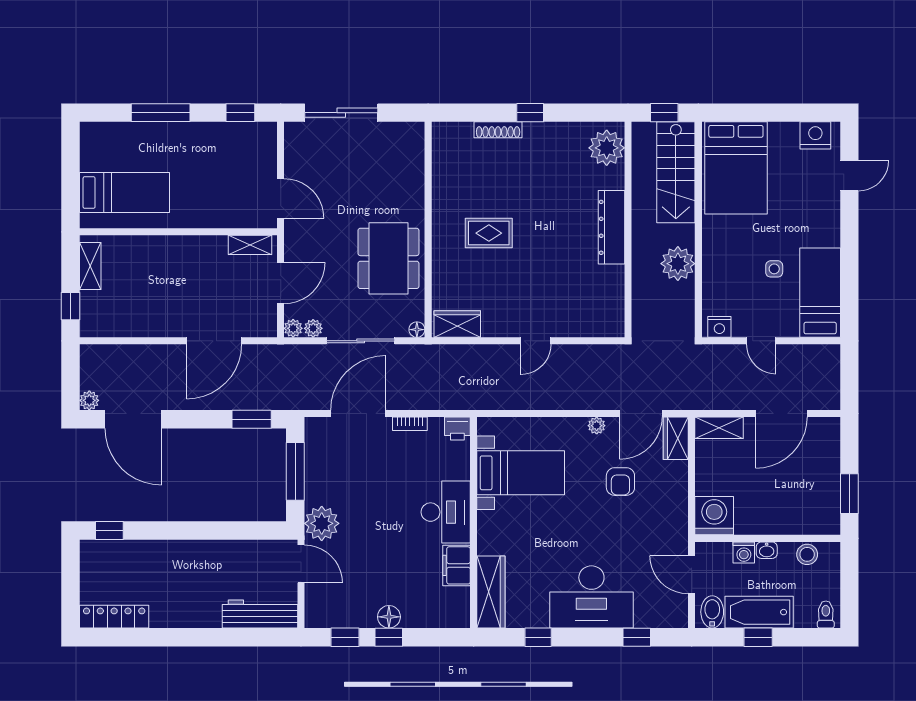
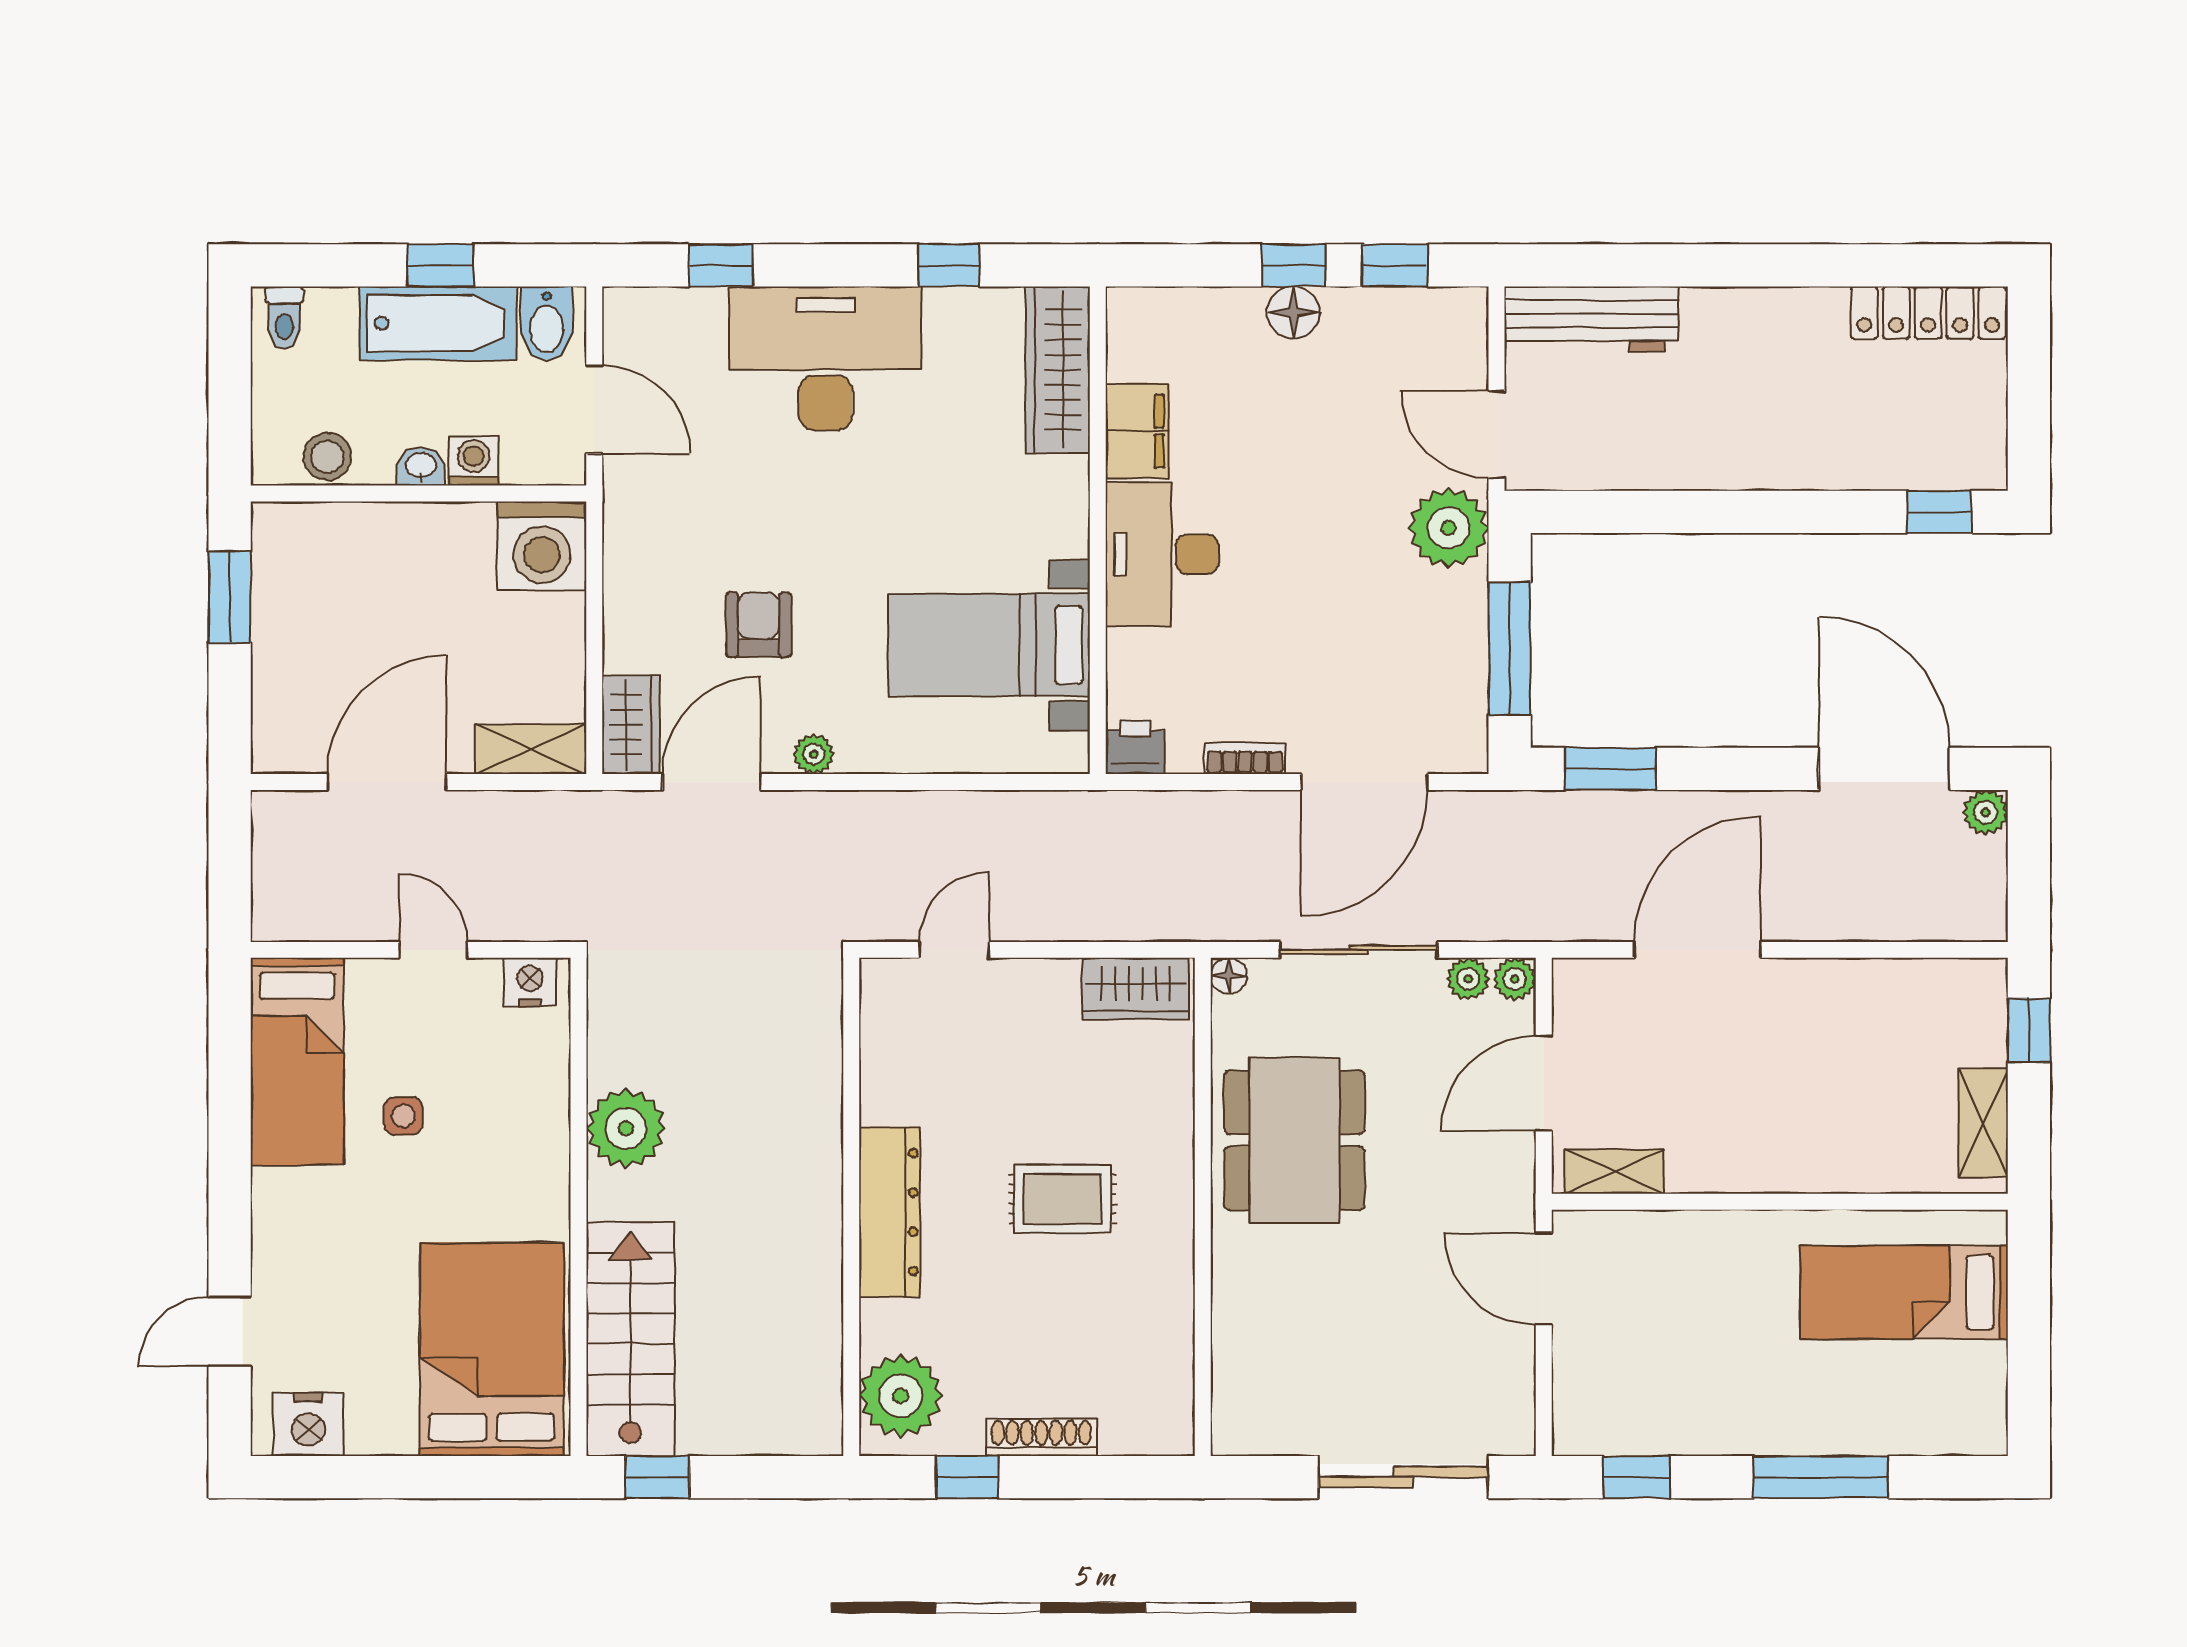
plant: (607, 148) -> (901, 1396), moved
dresser: (611, 227) -> (890, 1212), moved
wall: (628, 230) -> (851, 1207), moved

